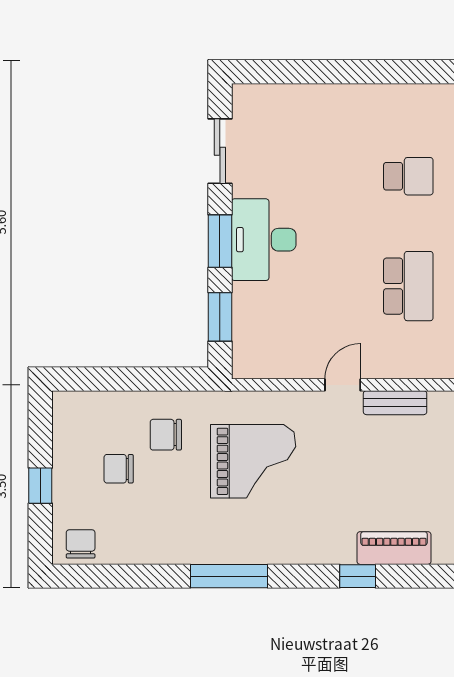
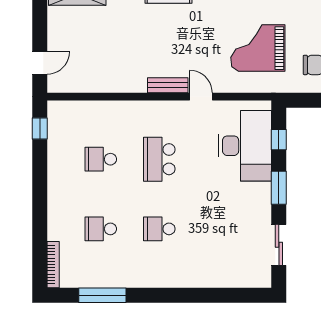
desk: (264, 240) -> (245, 146), moved, width x1.36, depth x1.30
window: (220, 317) -> (279, 140), width x0.67
door: (343, 385) -> (201, 97), swing flipped

